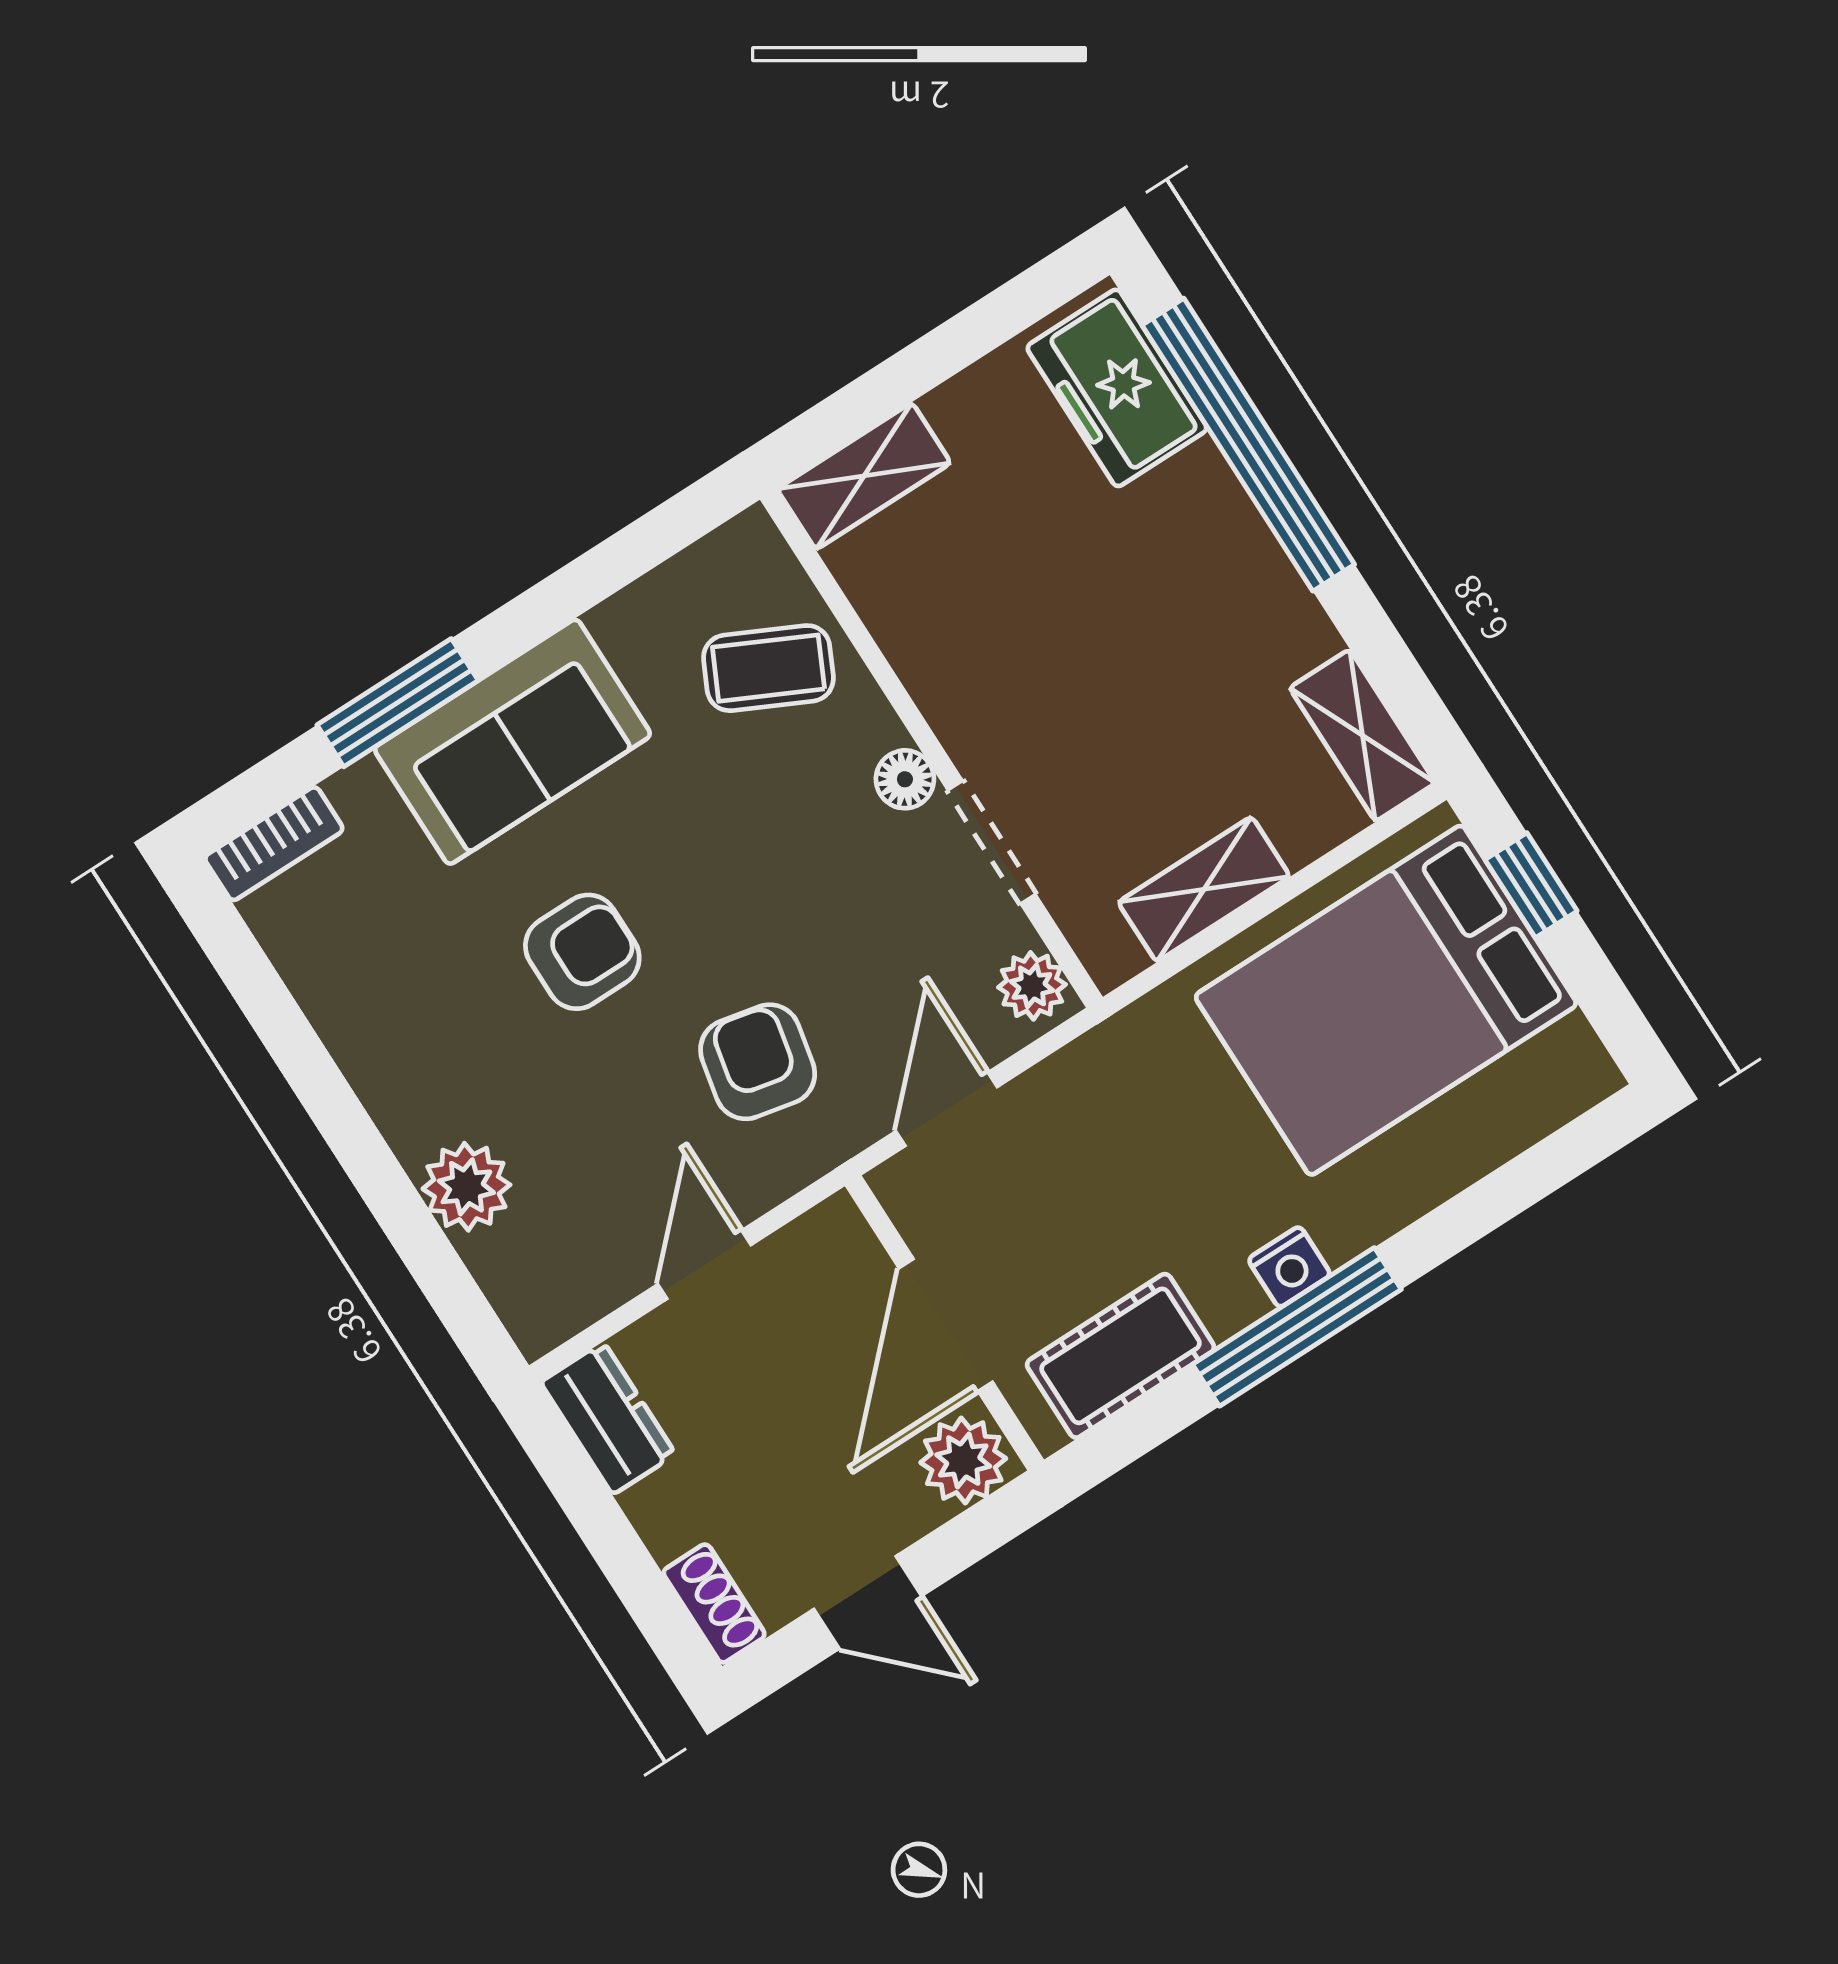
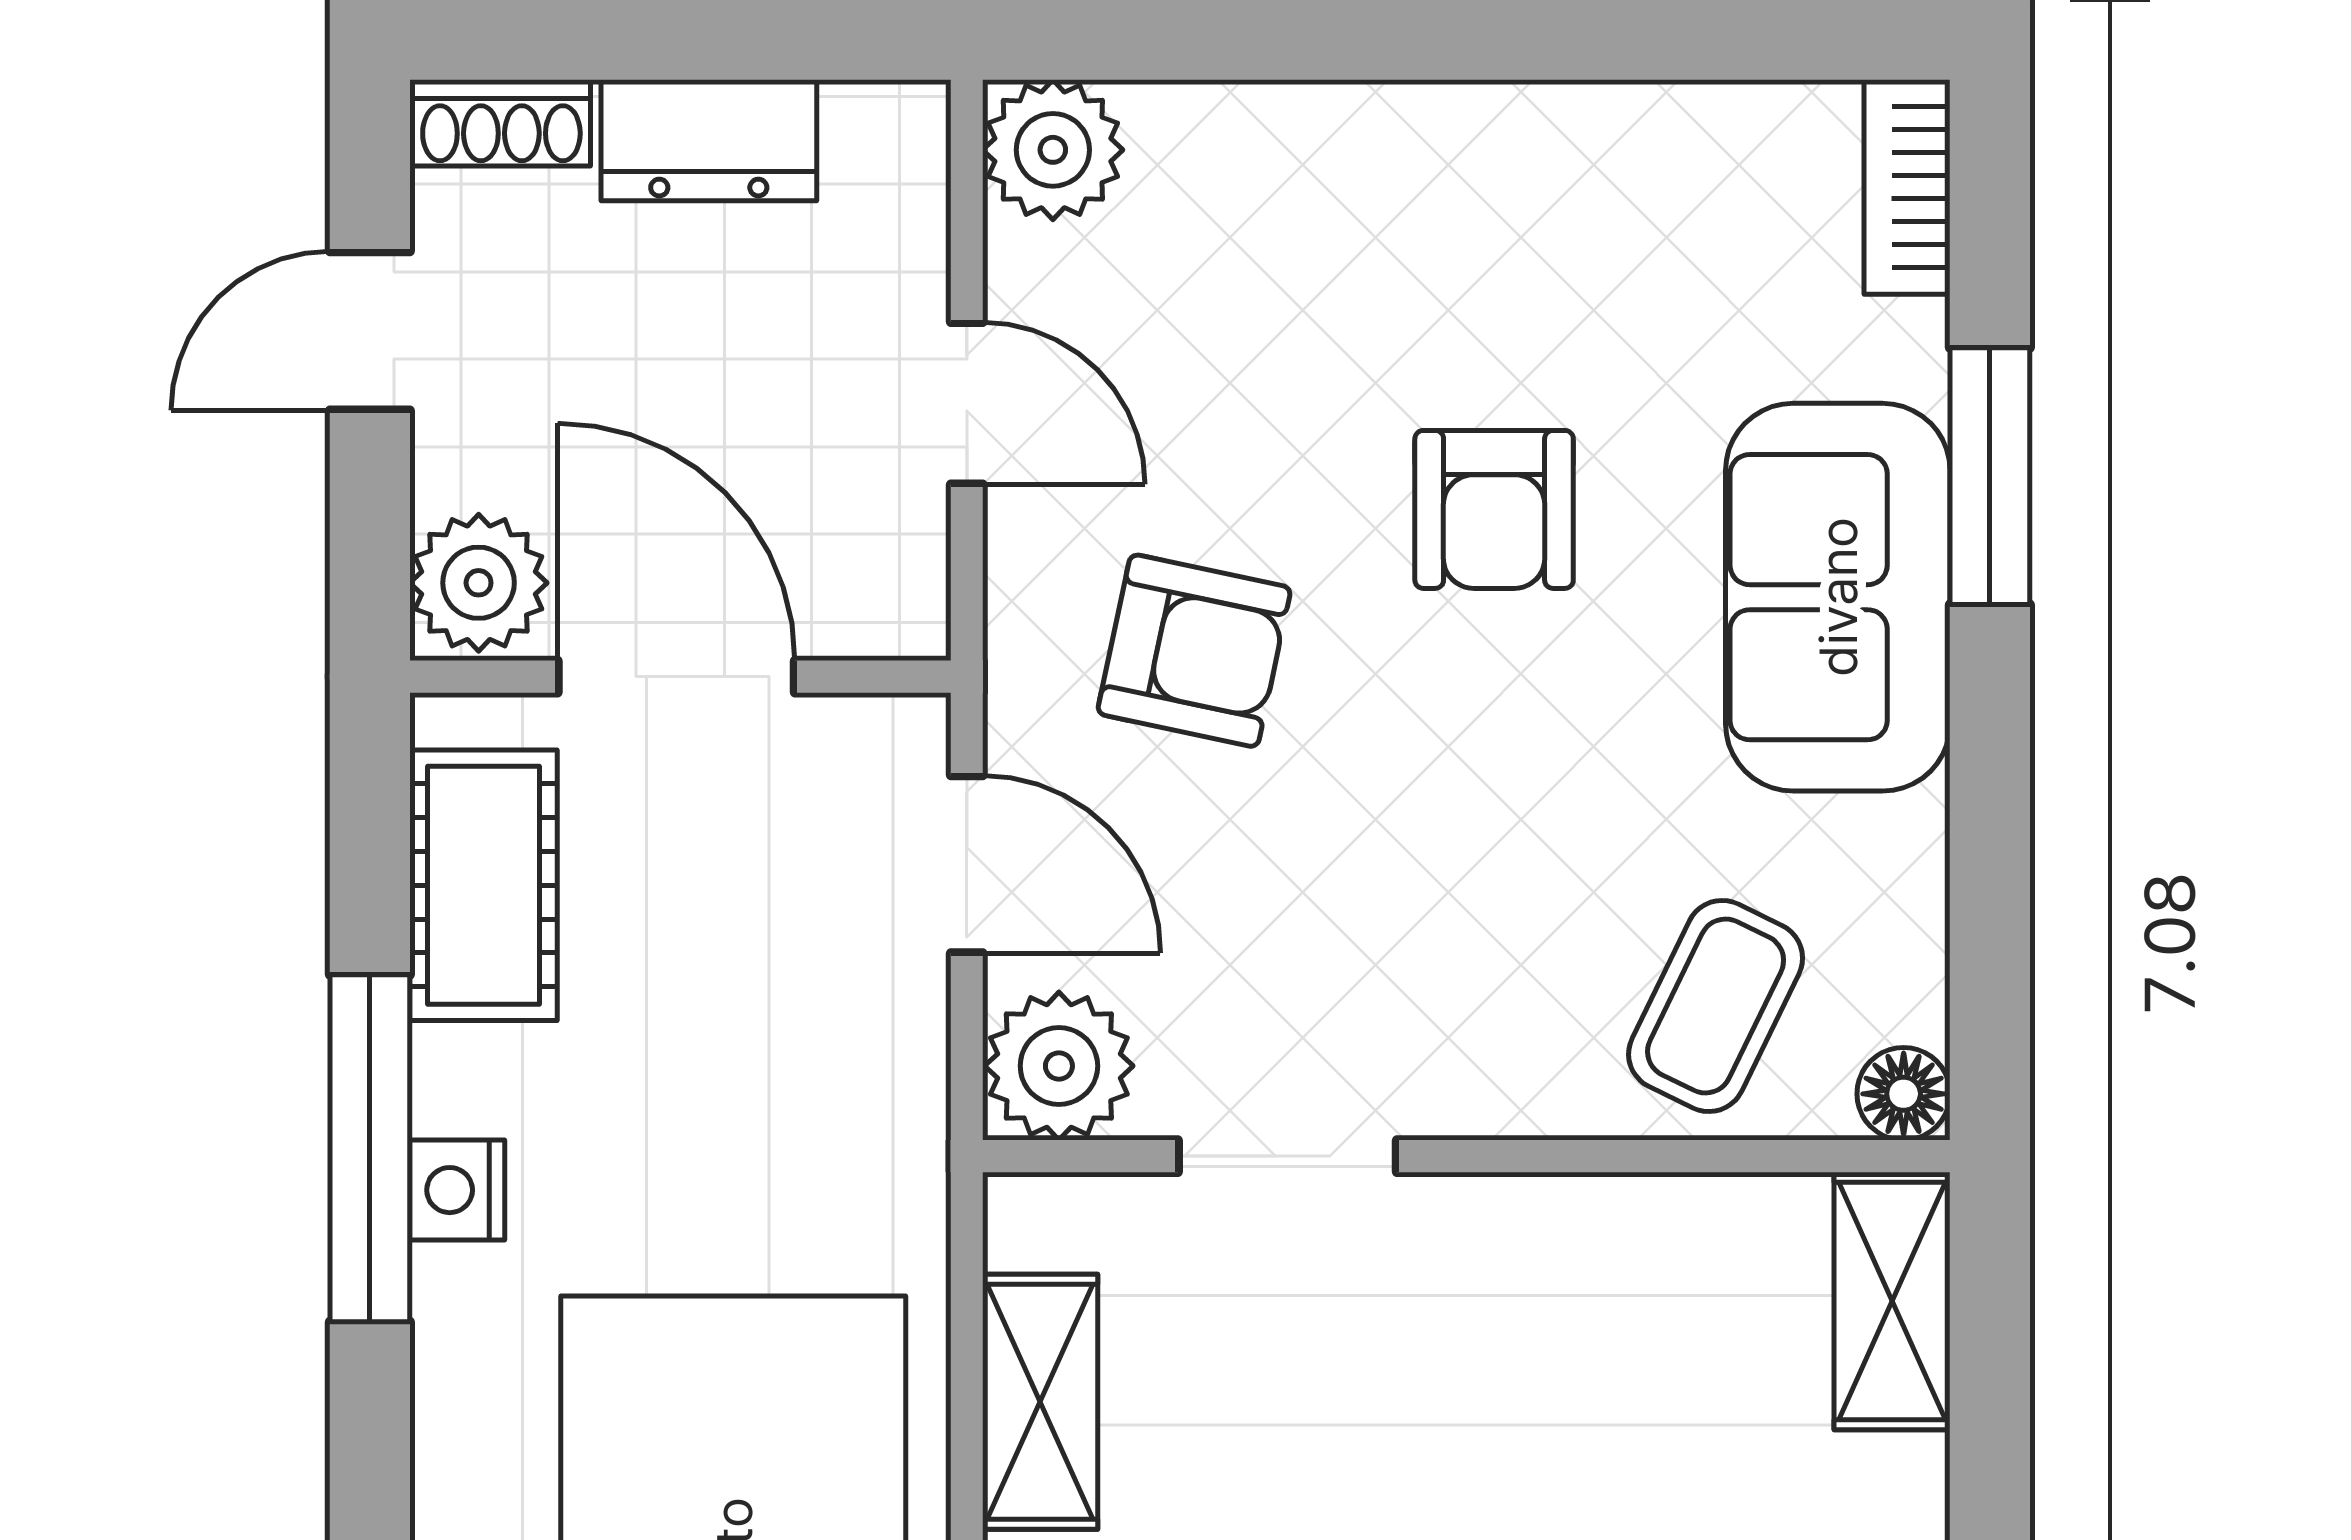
floor lamp: (905, 779) -> (1904, 1094), moved
plant: (1032, 986) -> (1059, 1066), width x1.38, depth x1.38
plant: (466, 1187) -> (1053, 150), moved
dresser: (608, 1418) -> (709, 140), moved

